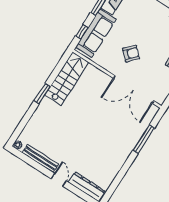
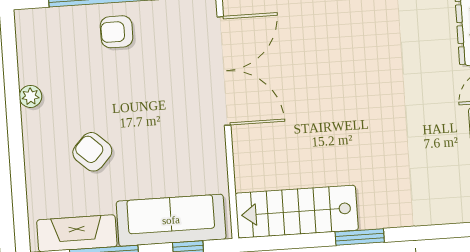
armchair: (131, 54) -> (92, 152), moved

